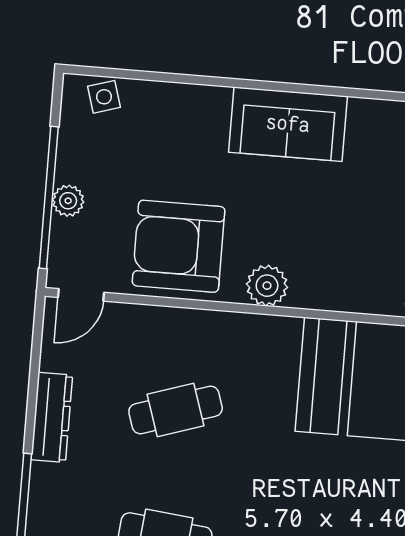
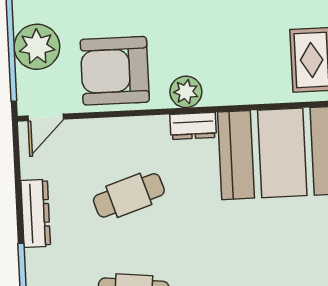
plant: (68, 201) -> (37, 47), width x1.88, depth x1.88
dresser: (271, 331) -> (193, 126), added

